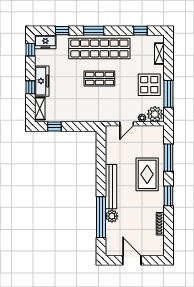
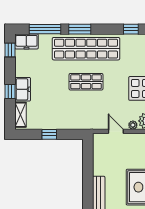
window: (62, 31) -> (45, 29), width x2.17
freezer: (42, 81) -> (23, 89), width x0.71
door: (127, 124) -> (116, 131), swing flipped
window: (54, 126) -> (49, 134), moved

